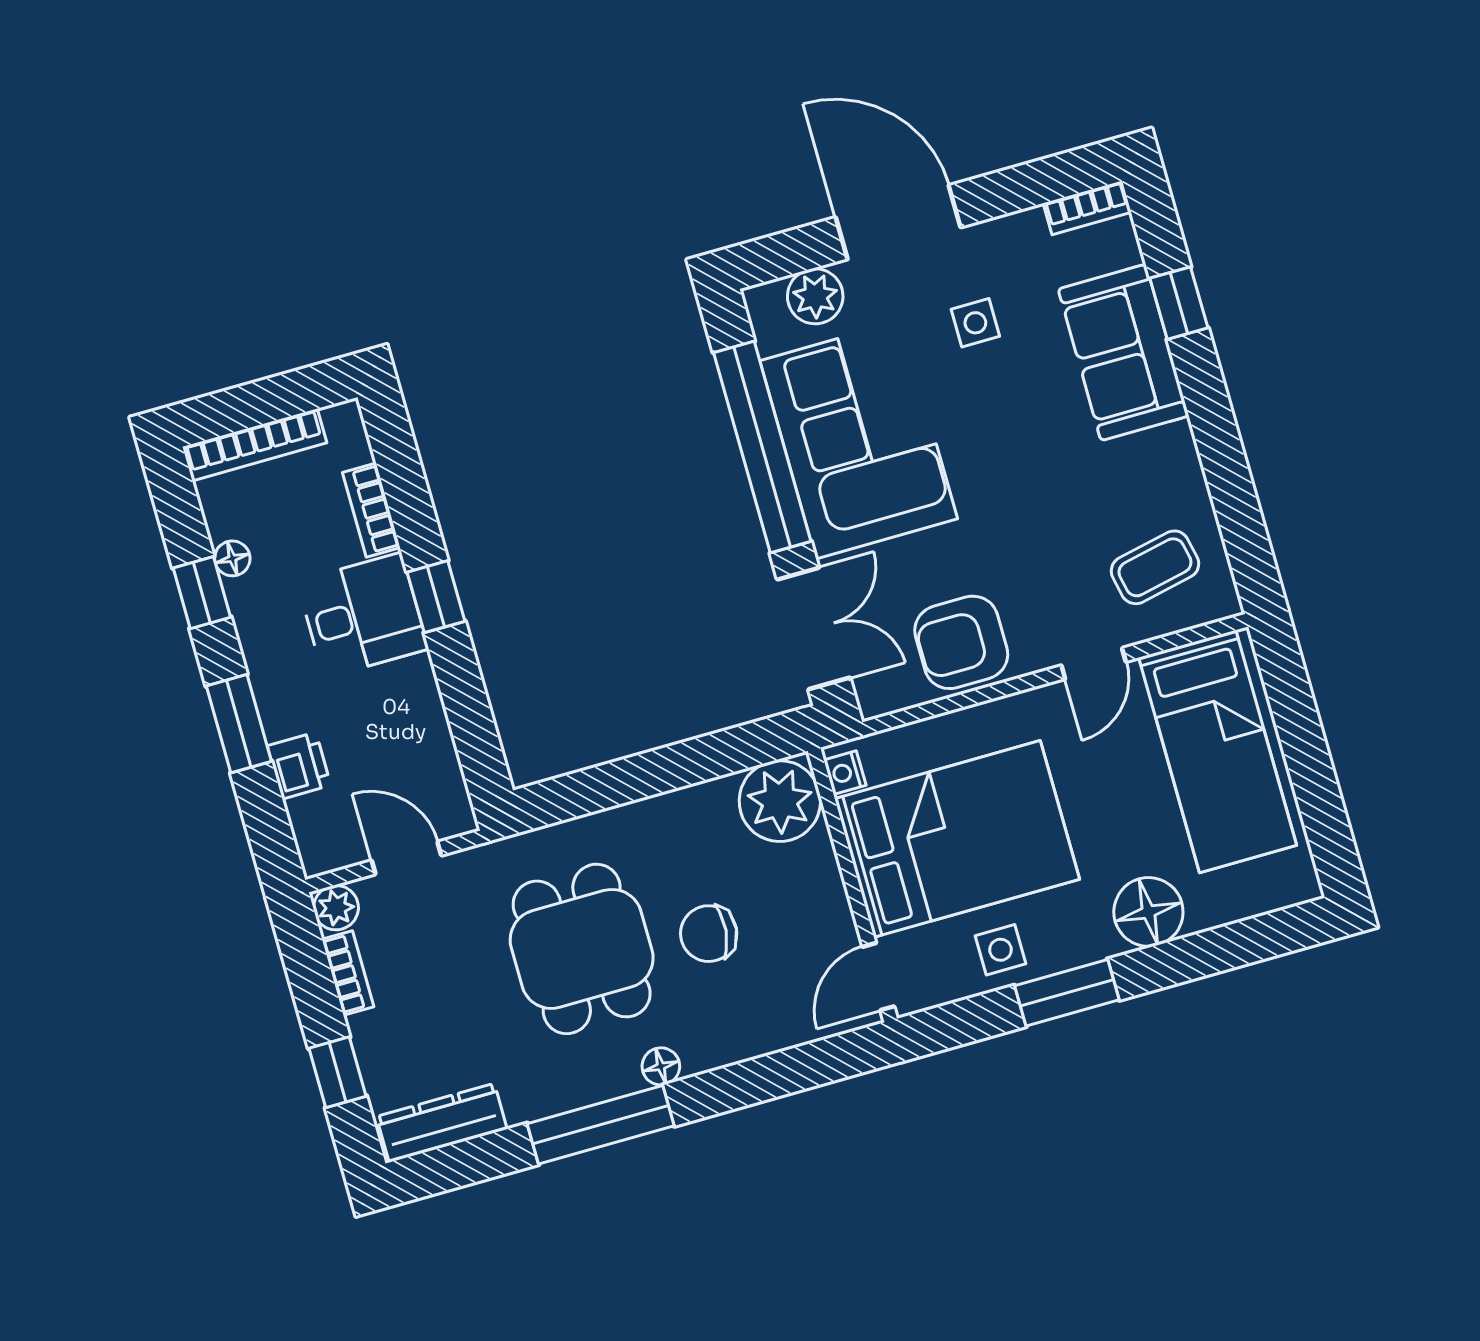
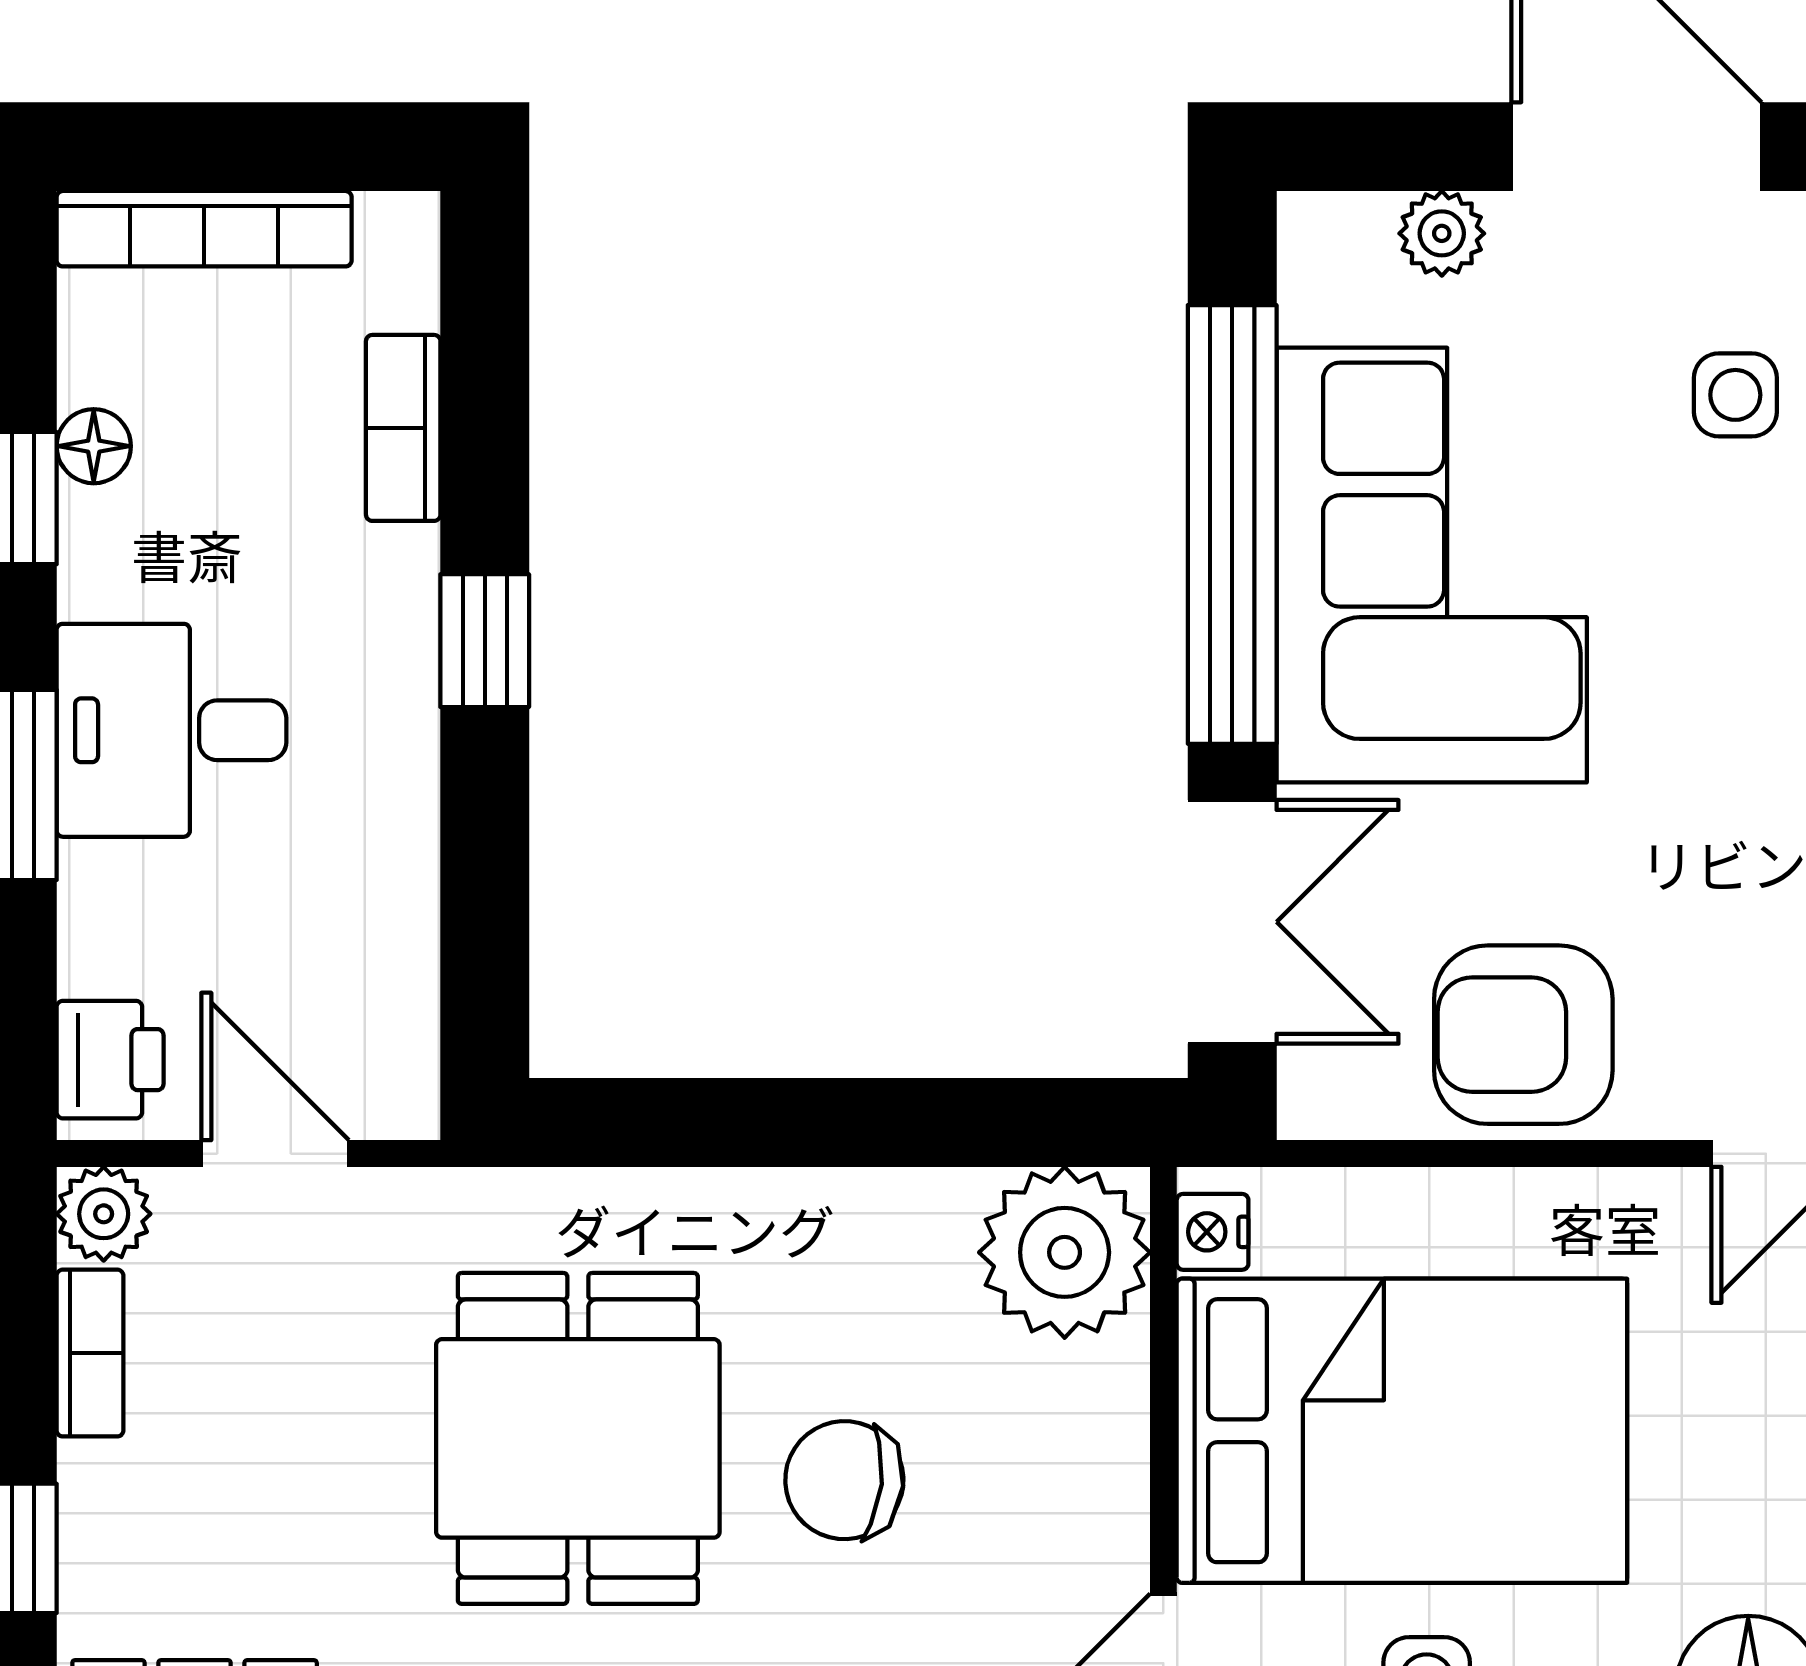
plant: (815, 296) -> (1442, 233), width x0.73, depth x0.73
desk: (363, 615) -> (172, 730), moved, turned 180
printer: (299, 766) -> (110, 1060), moved

